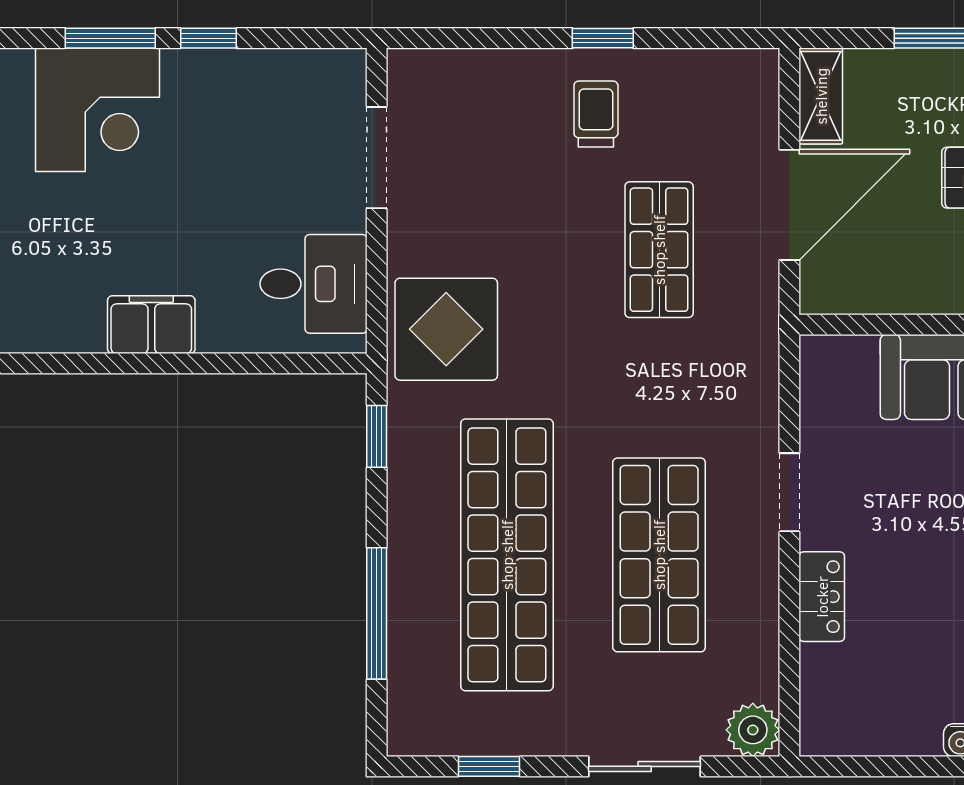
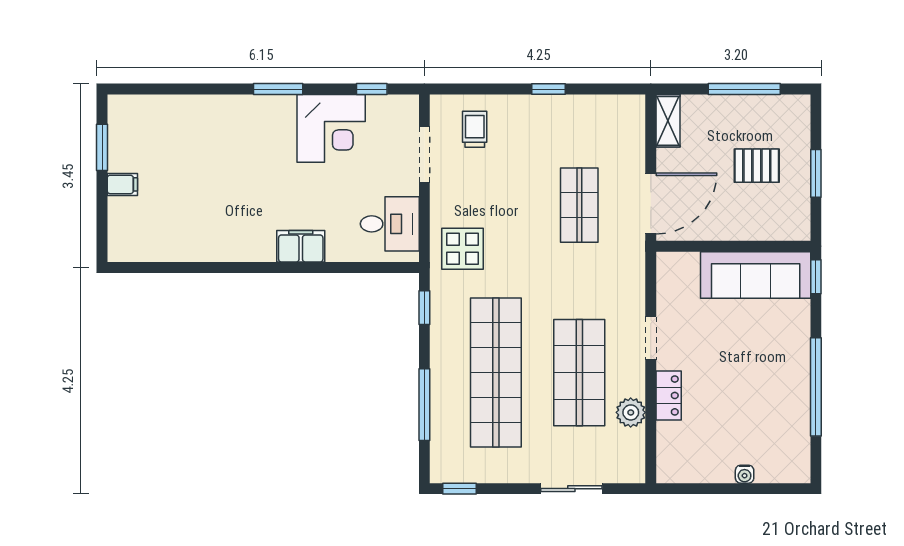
window: (209, 38) -> (372, 89), moved
corner desk: (97, 110) -> (331, 128), moved
trolley: (596, 114) -> (475, 129), moved
door: (789, 205) -> (651, 203), moved
display table: (446, 329) -> (463, 249), width x0.73, depth x0.73
plant: (753, 730) -> (631, 412), moved
window: (489, 766) -> (460, 489), moved

